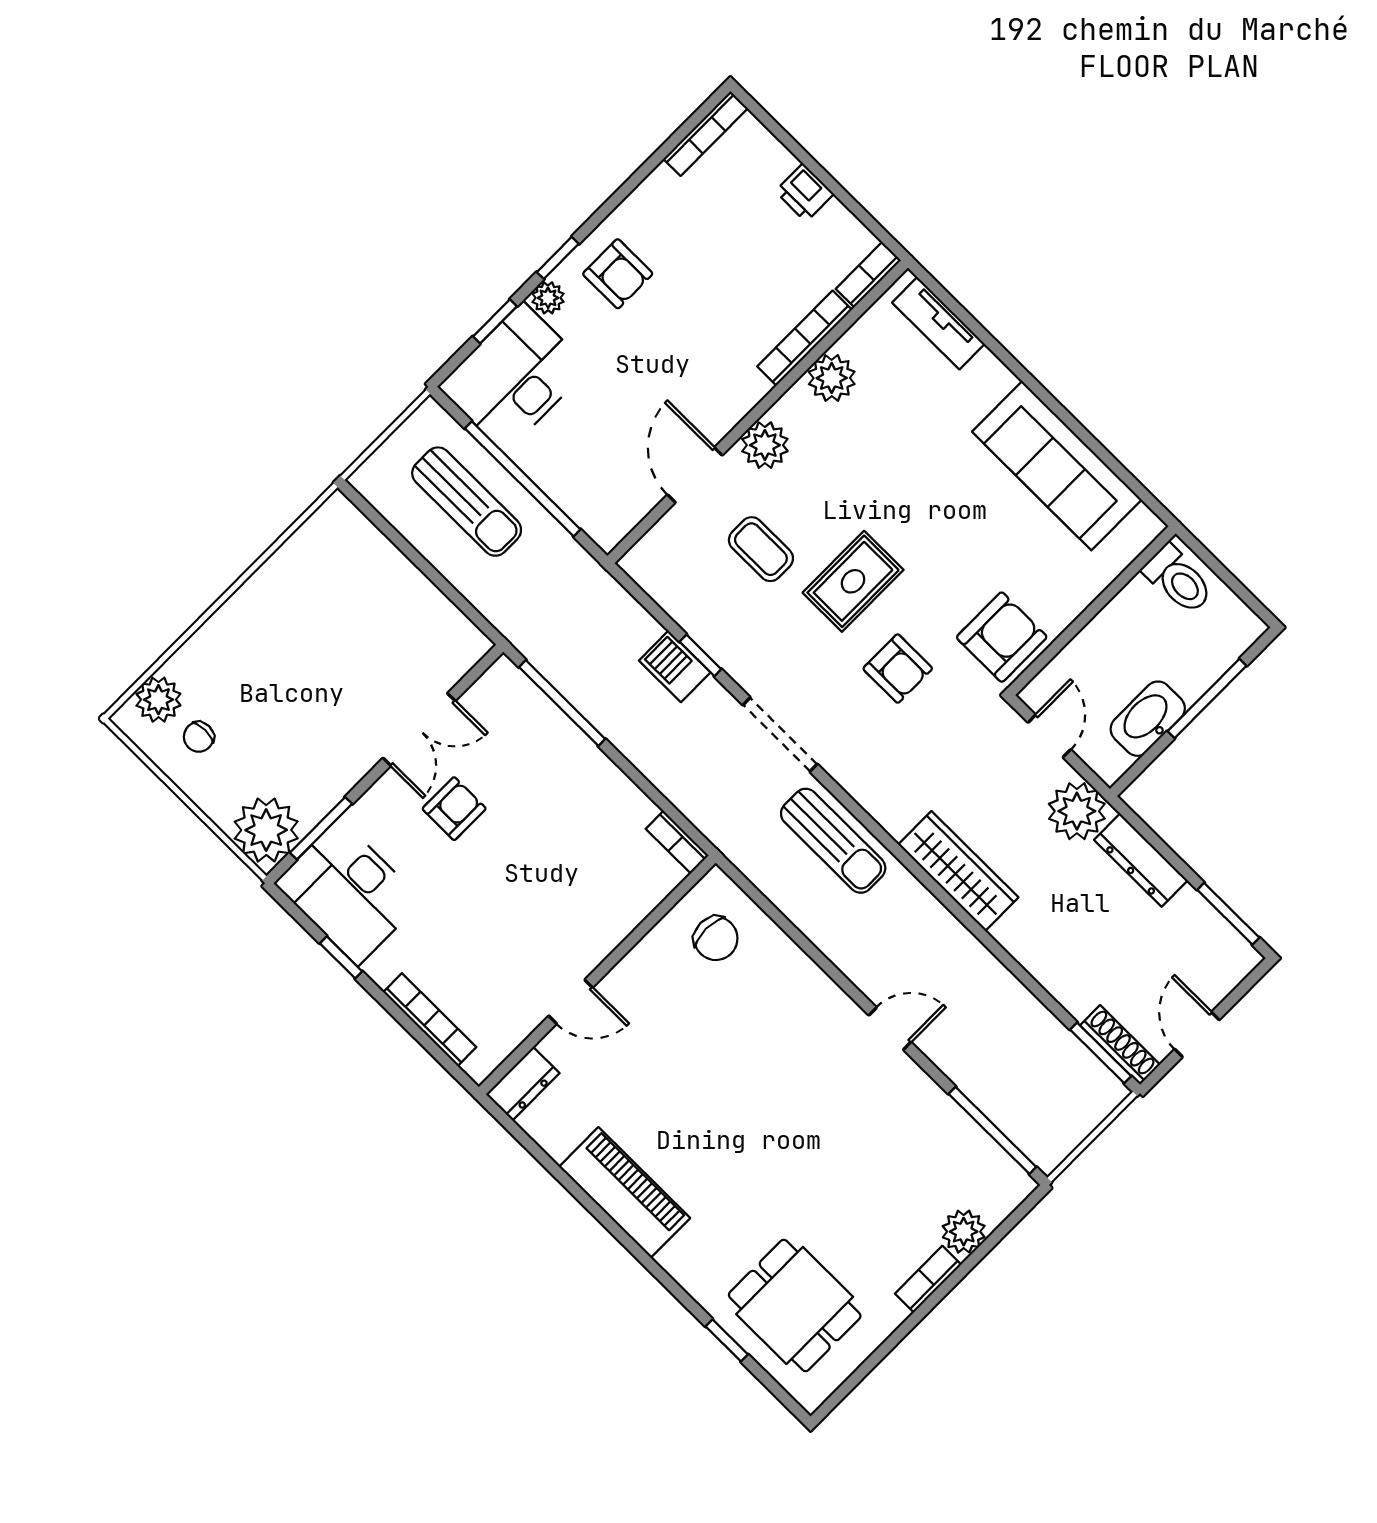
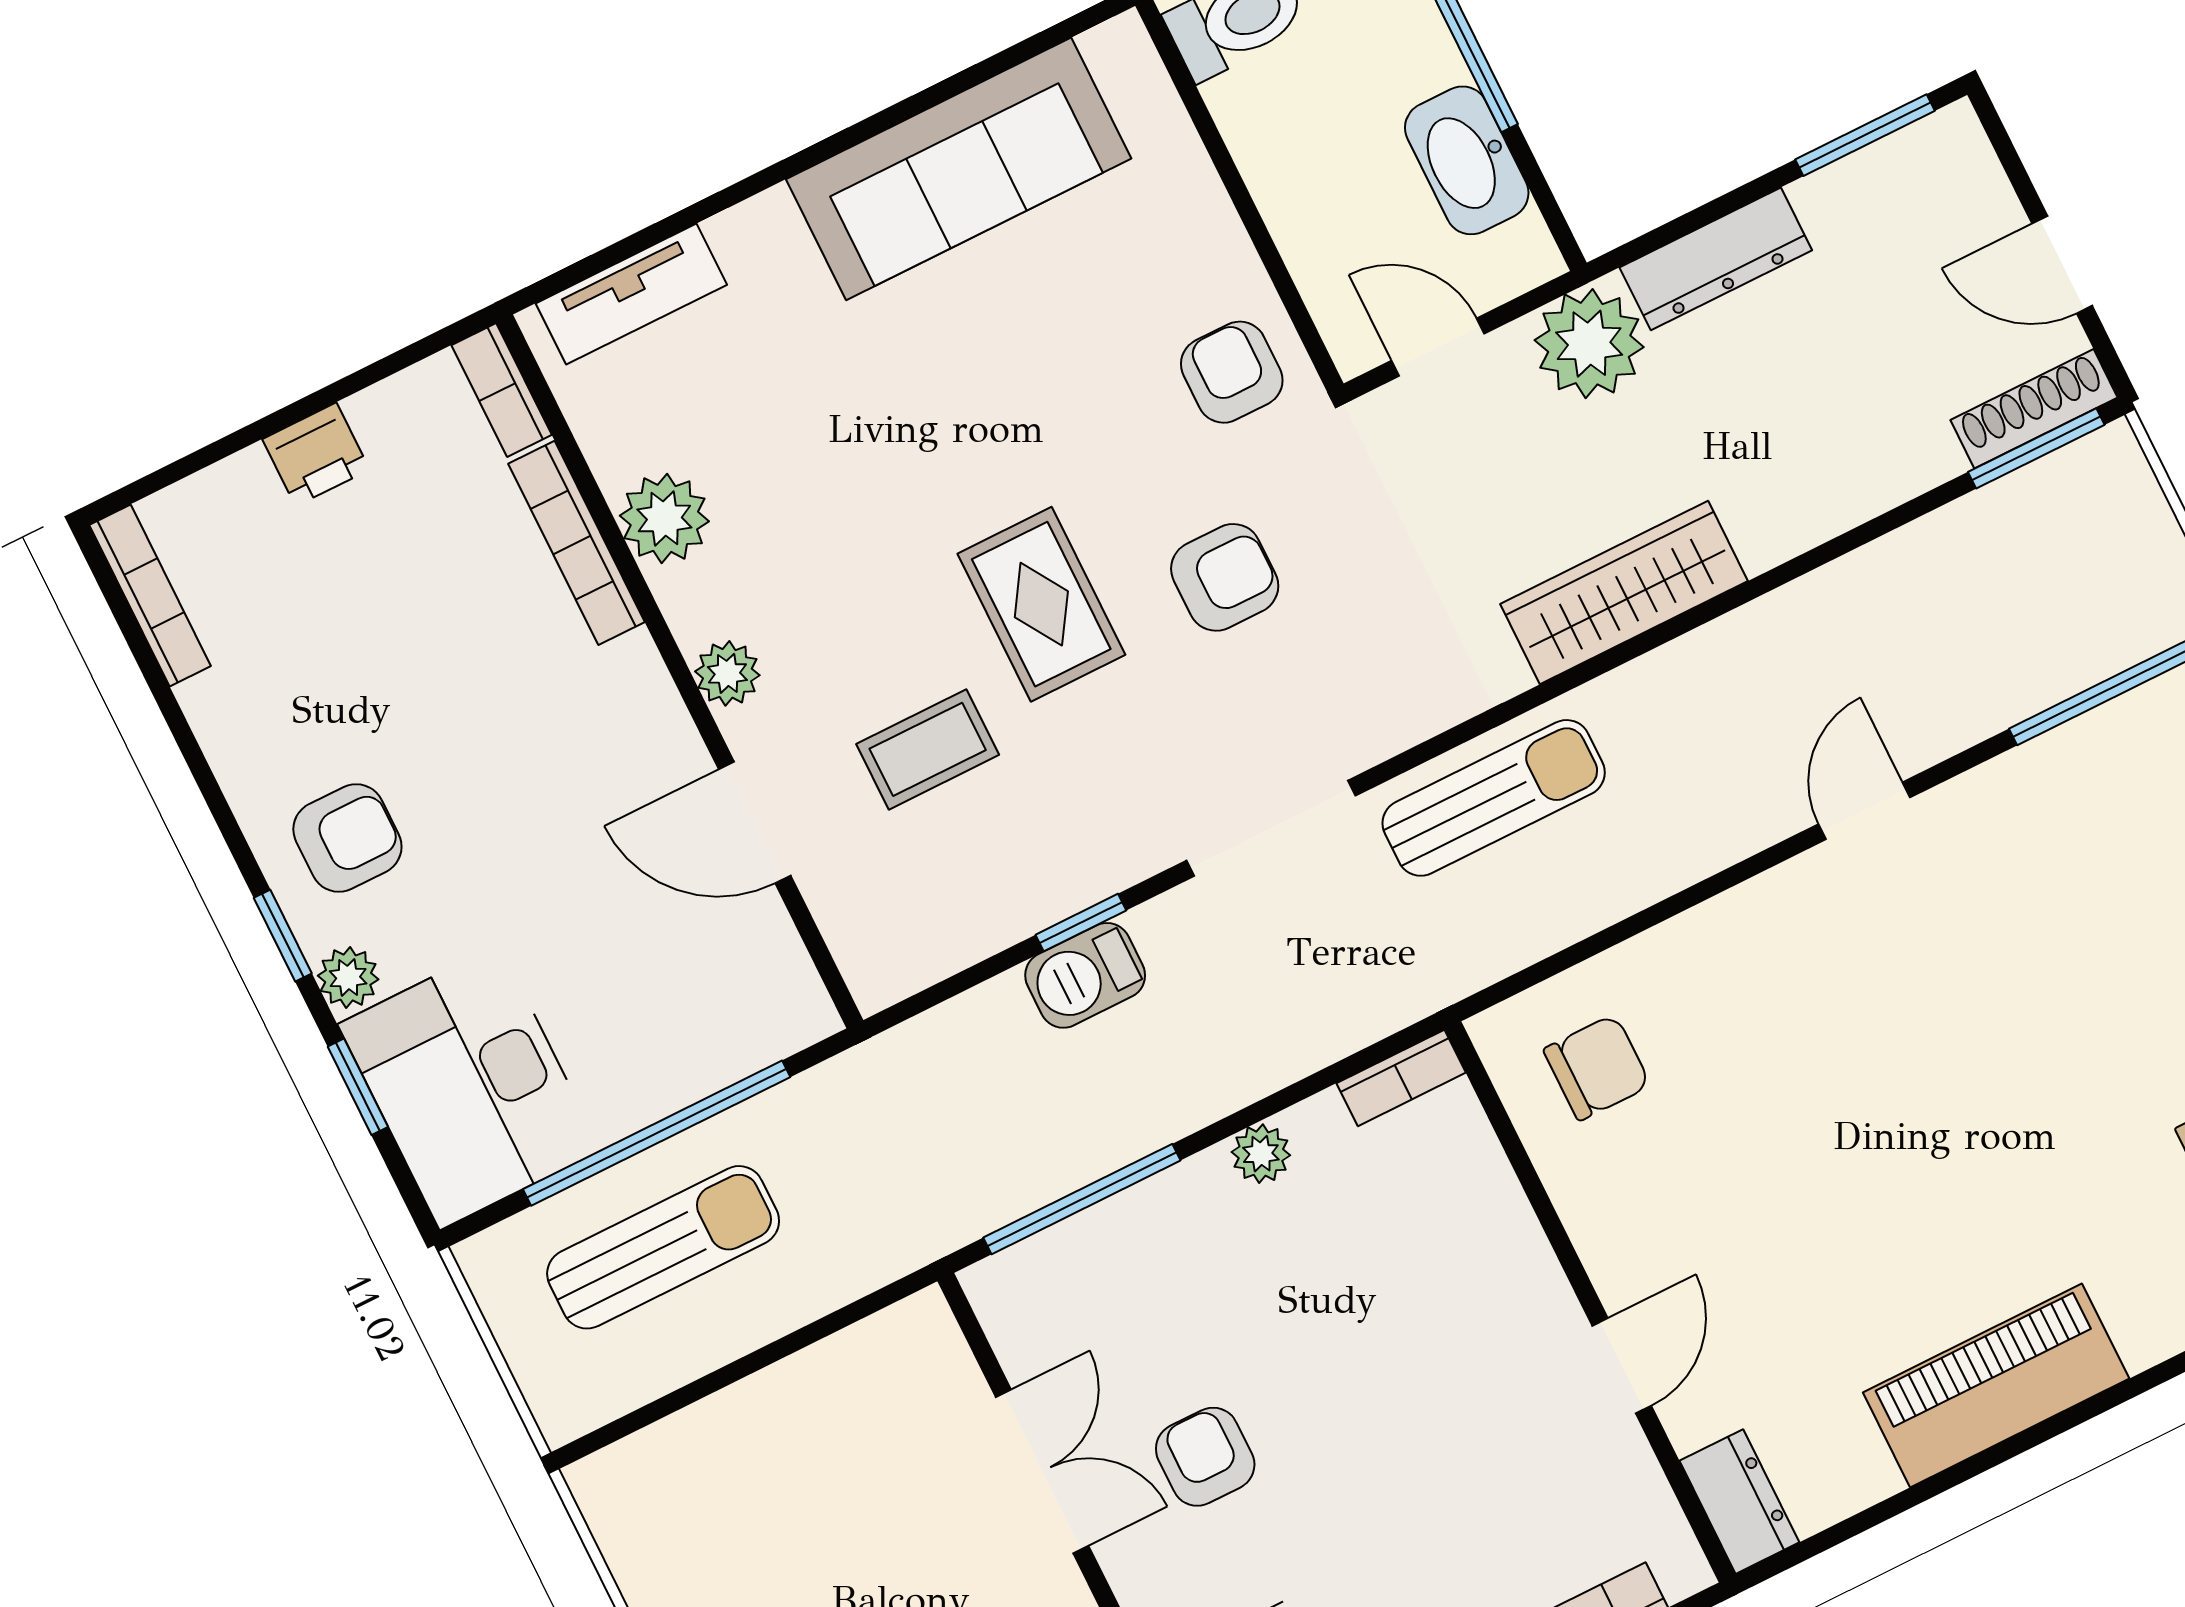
plant: (765, 445) -> (727, 673), width x0.73, depth x0.73
armchair: (1002, 637) -> (1232, 372), width x0.72, depth x0.72
plant: (615, 785) -> (1261, 1154), added

